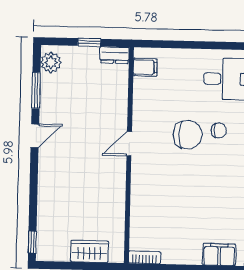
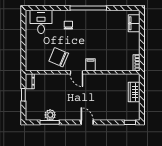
plant: (51, 62) -> (50, 115), moved
filing cabinet: (145, 67) -> (90, 65), moved
chair: (188, 135) -> (59, 57), moved, turned -67
door: (35, 136) -> (87, 122), moved

